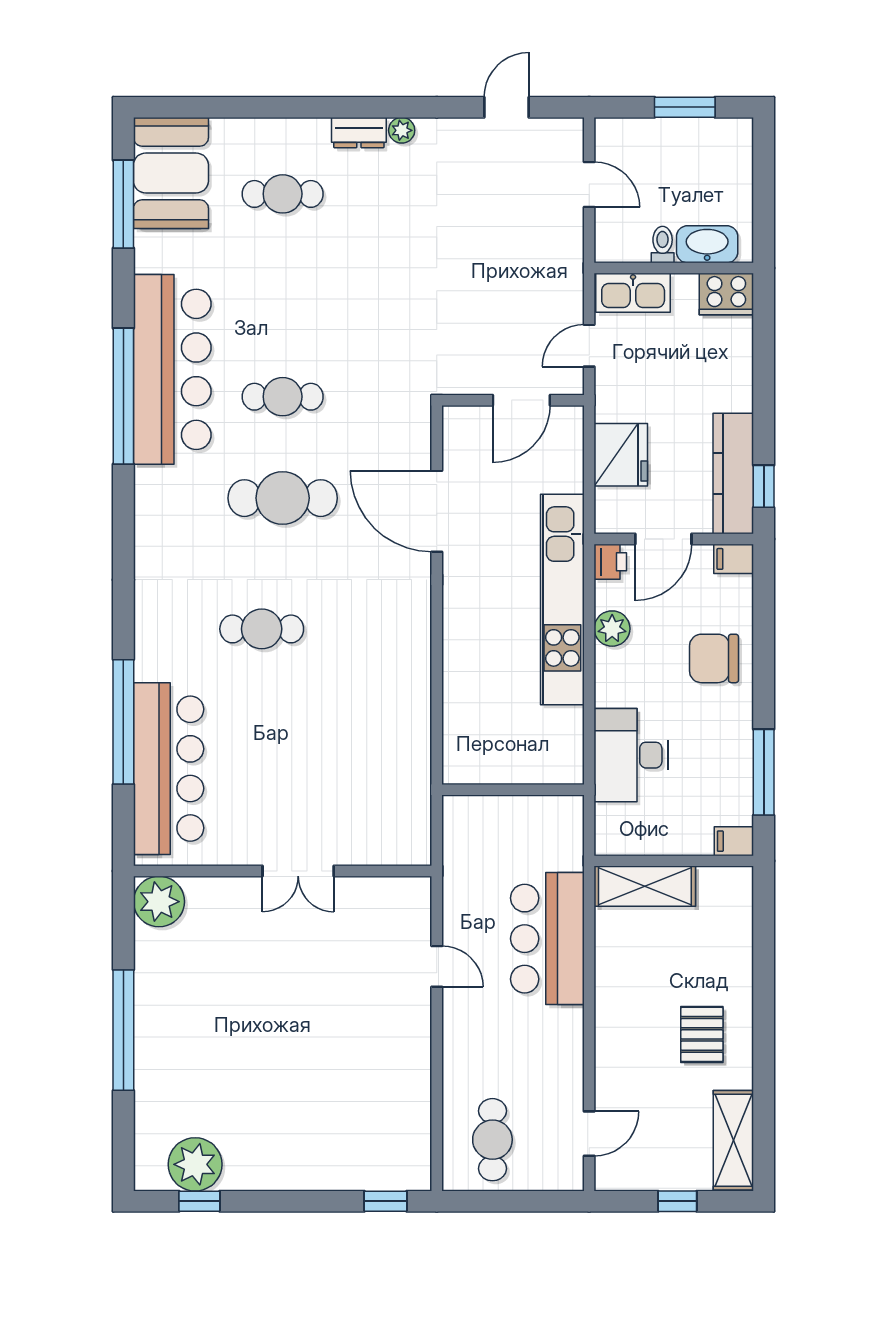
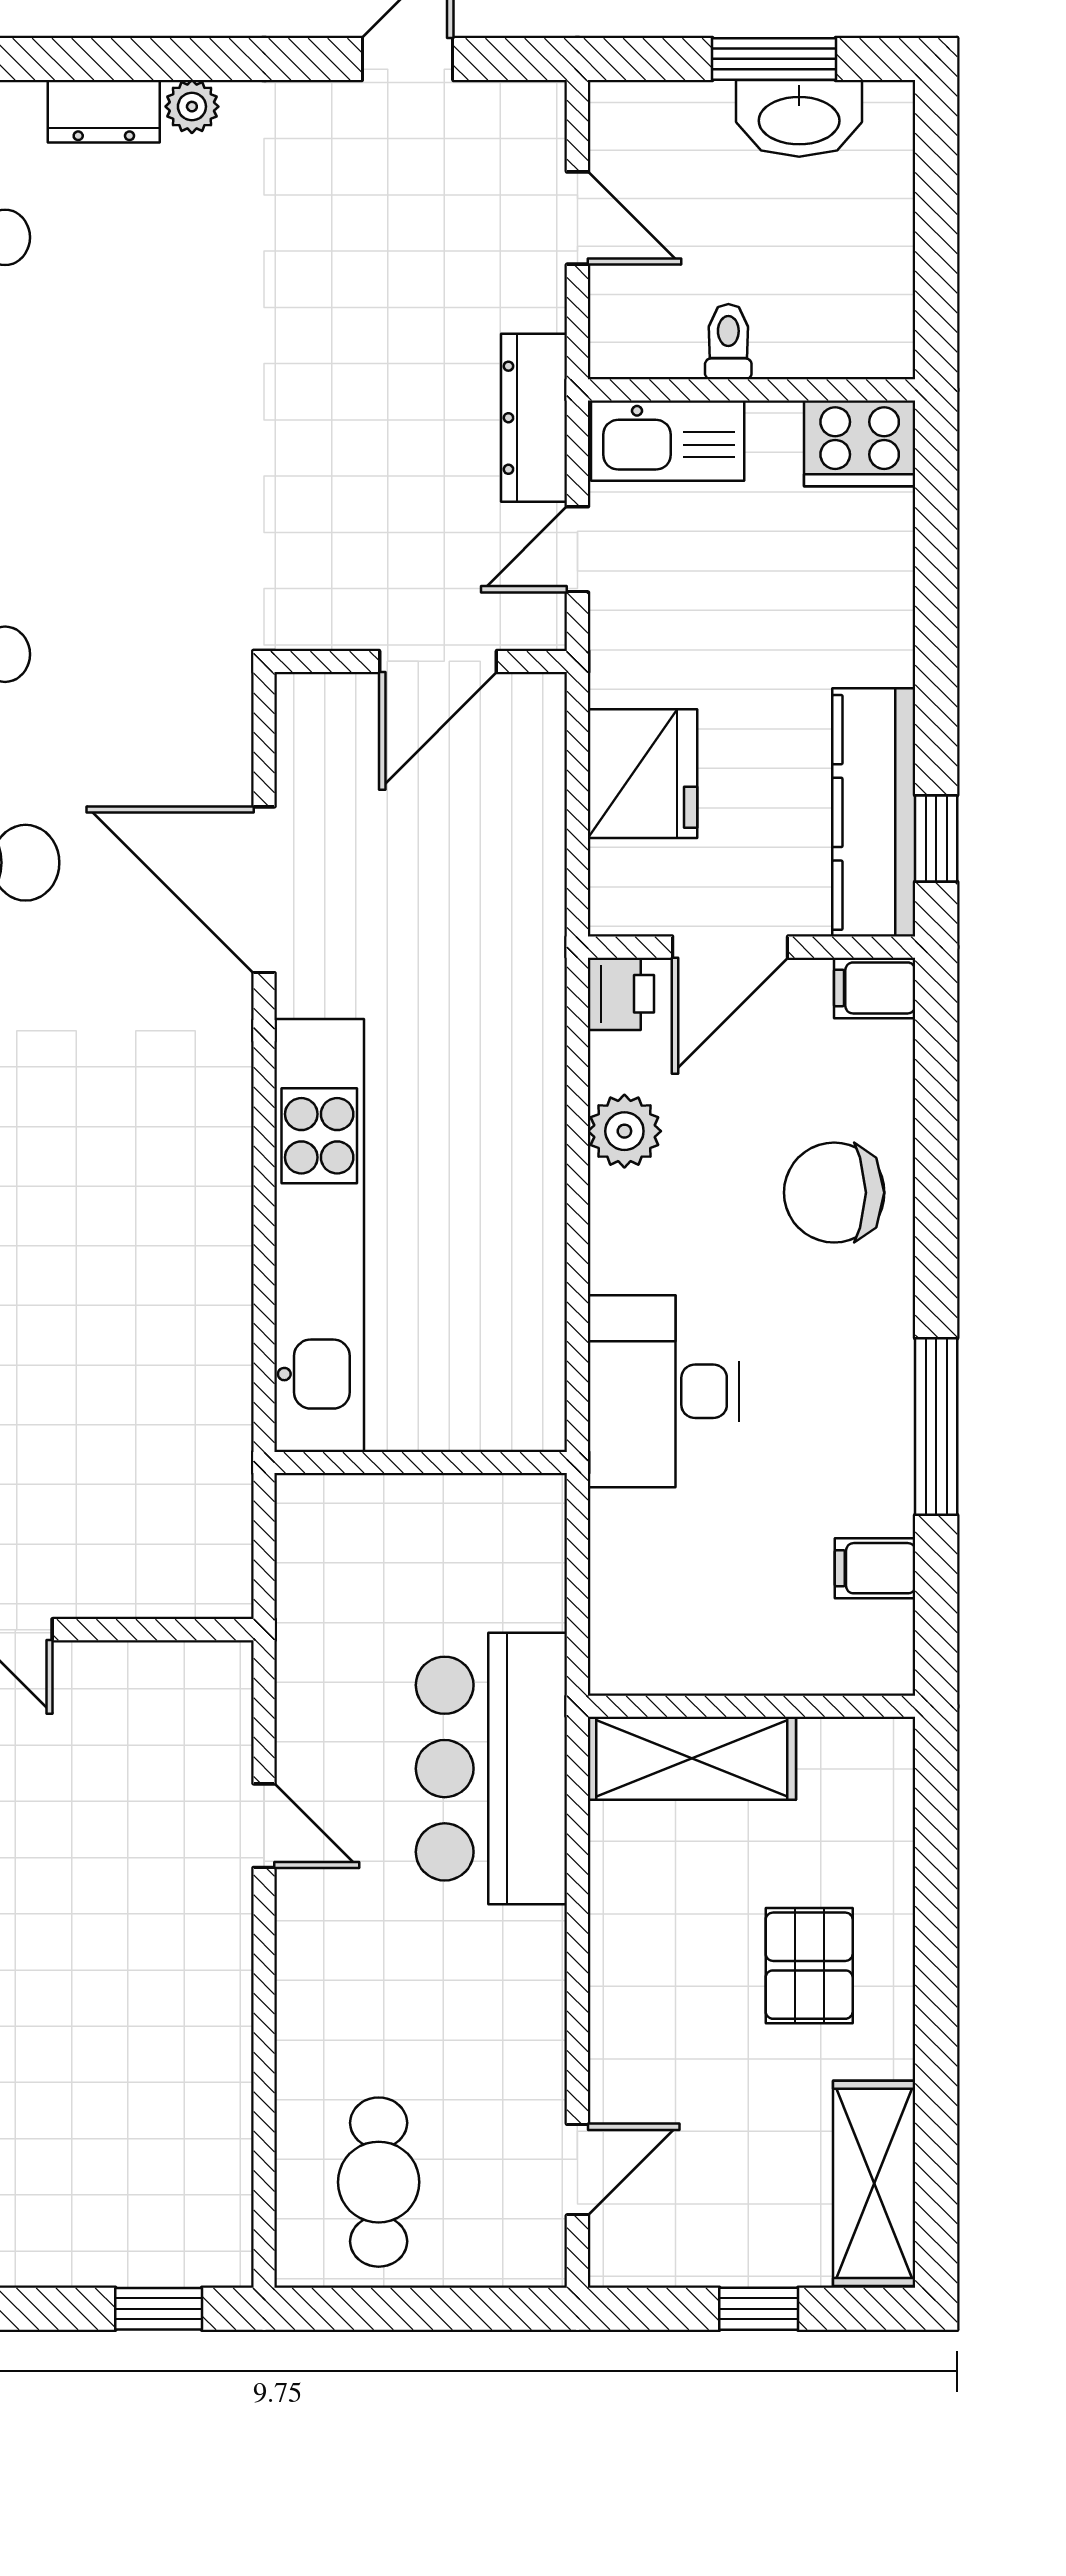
washbasin: (707, 244) -> (799, 118), moved, turned 180
dresser: (568, 282) -> (534, 418), added
kitchen unit: (562, 599) -> (319, 1235), moved, turned 180
wall: (674, 861) -> (752, 1706), moved
shelving: (645, 886) -> (692, 1758), moved

